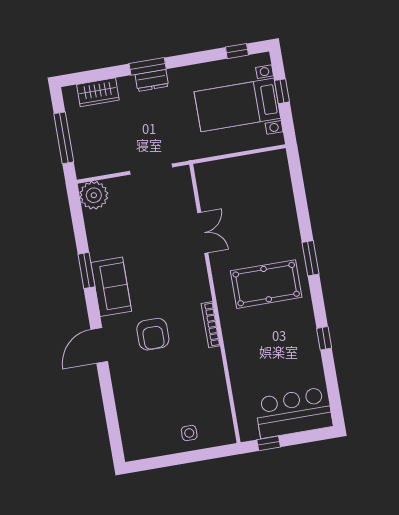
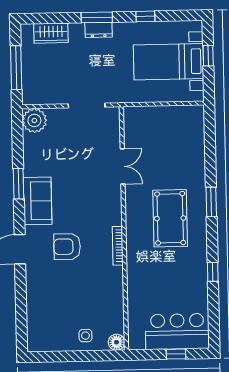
window: (237, 51) -> (145, 16), moved
pool table: (266, 284) -> (170, 218), turned 90
armchair: (153, 334) -> (67, 247), turned 90
floor lamp: (226, 435) -> (117, 342), added
window: (269, 443) -> (176, 354), moved

